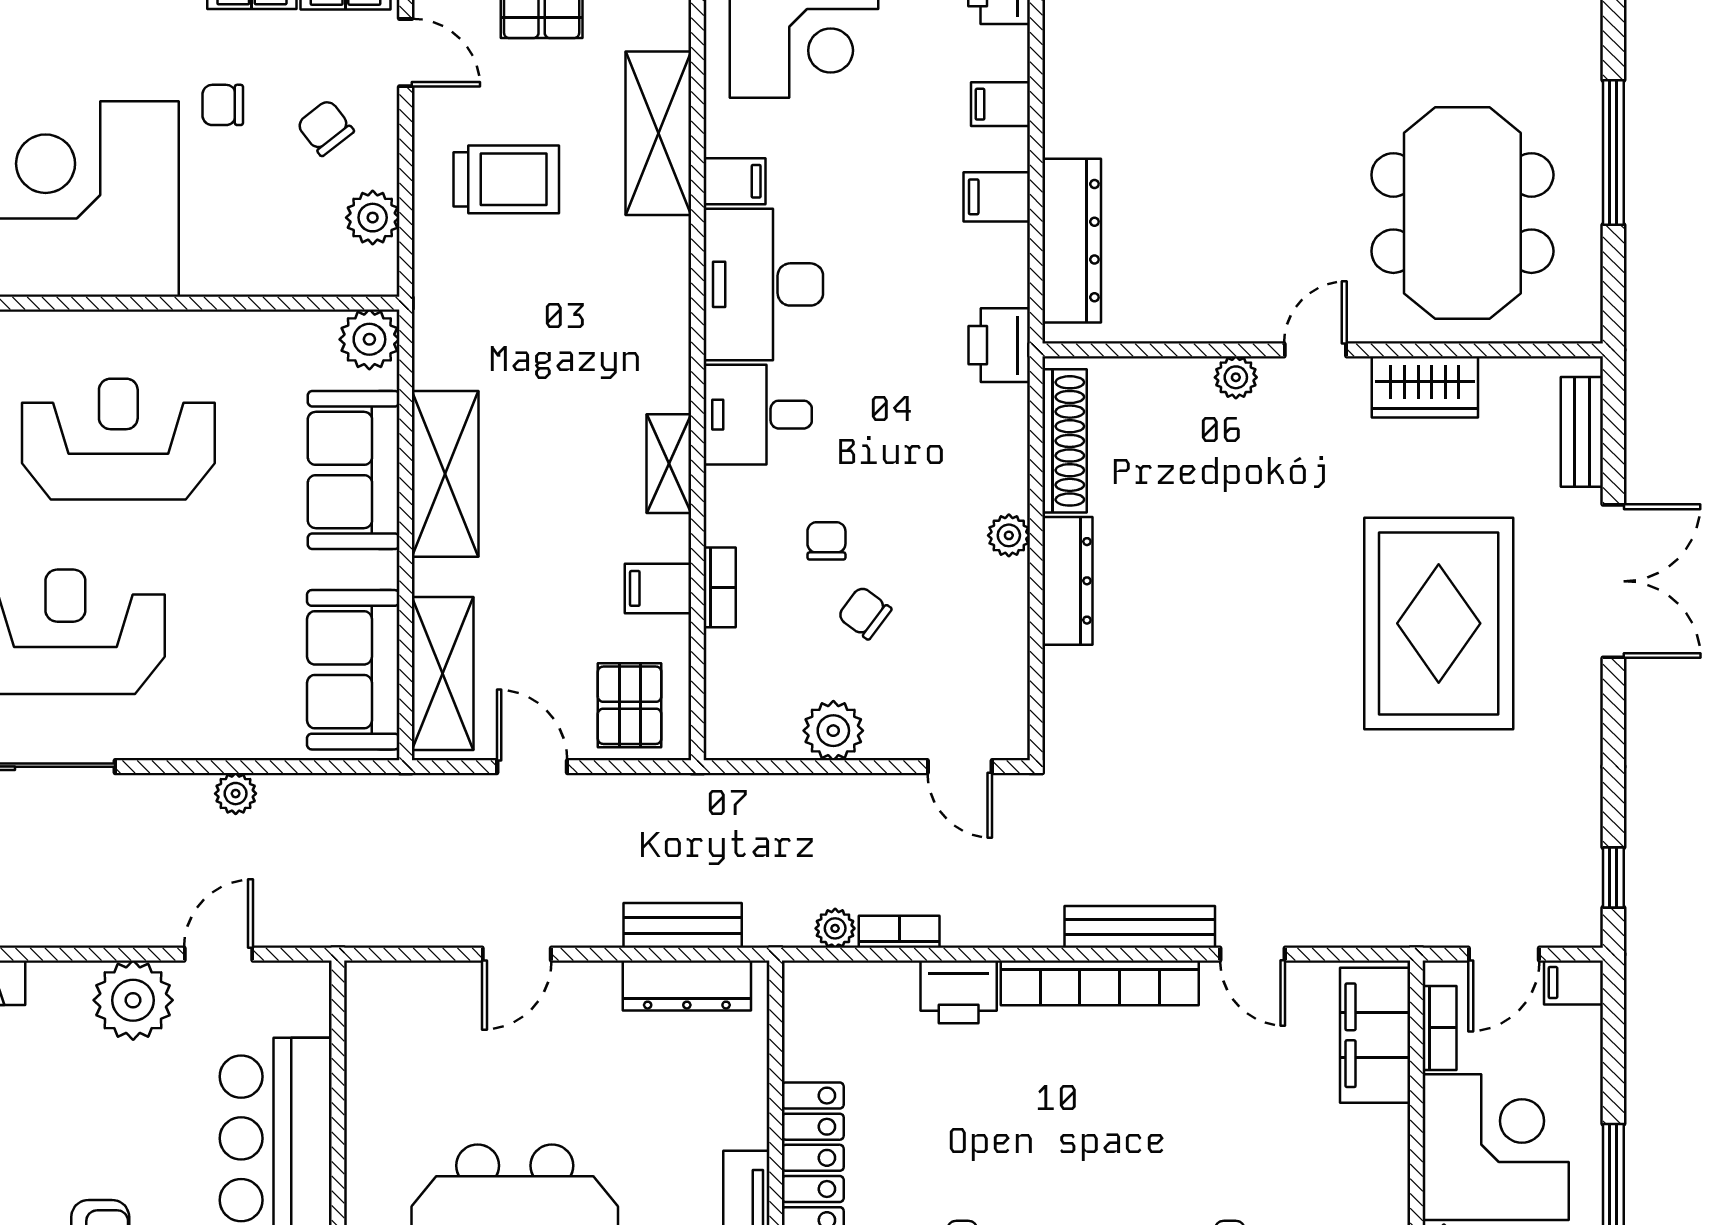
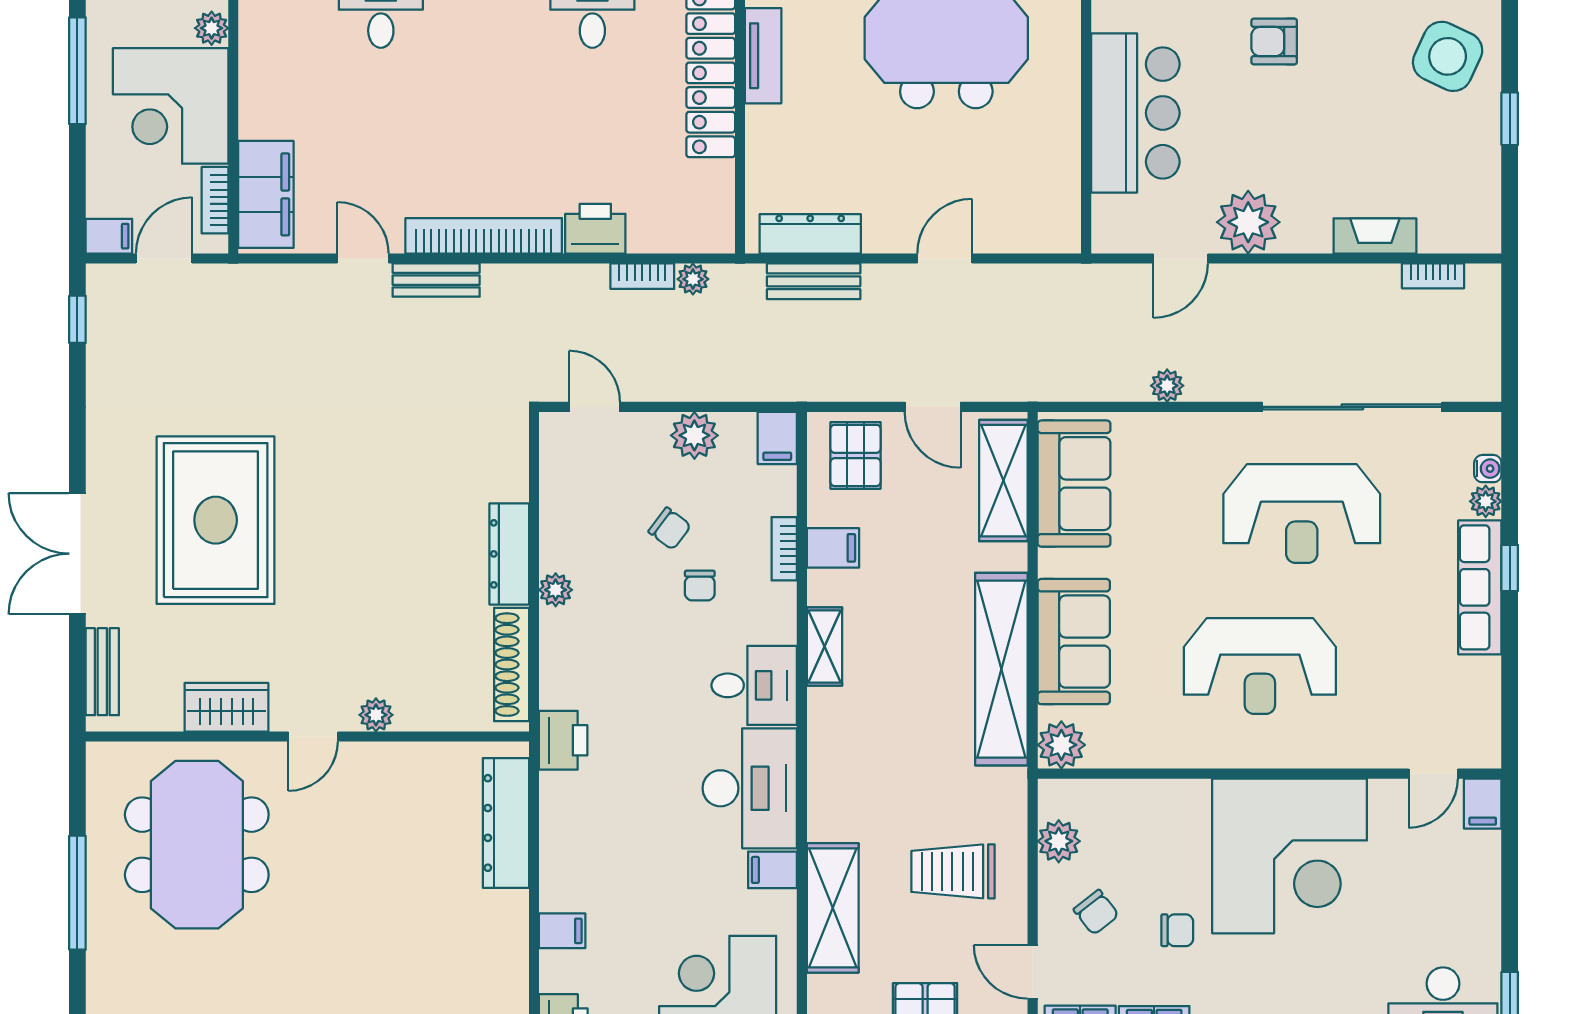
filing cabinet: (997, 197) -> (777, 438), moved, turned 90
shelving: (445, 474) -> (1001, 669), width x1.47
bench: (1140, 927) -> (436, 280), width x0.73

